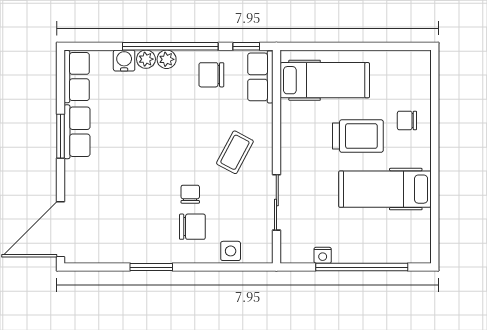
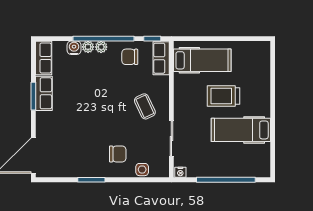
chair: (407, 120) -> (255, 86), removed
trolley: (358, 136) -> (224, 96), turned 180
coffee table: (235, 152) -> (145, 106), turned -53
chair: (190, 194) -> (116, 133), removed
nightstand: (323, 255) -> (180, 172), moved

